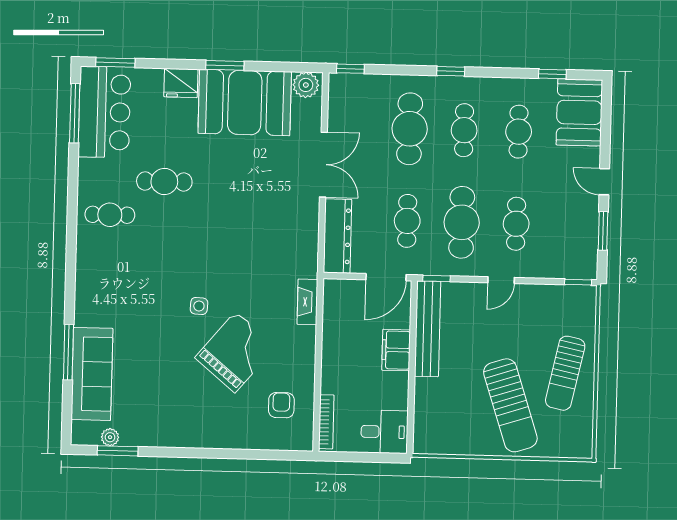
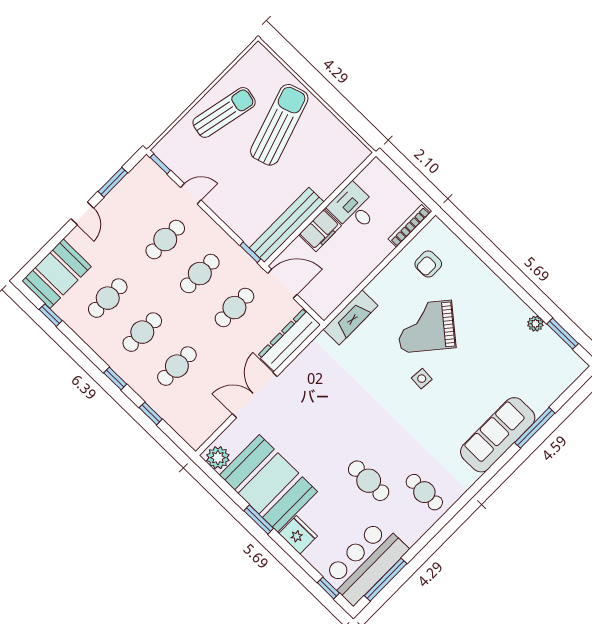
window: (115, 62) -> (328, 588), width x0.67
window: (350, 69) -> (151, 413), moved
cafe table: (410, 129) -> (177, 366), width x0.73, depth x0.74
cafe table: (462, 222) -> (200, 274), width x0.73, depth x0.74
door: (501, 280) -> (191, 194), moved
fireplace: (307, 302) -> (351, 317), width x1.37, depth x1.32
sofa: (92, 374) -> (498, 435), moved
desk: (384, 432) -> (354, 208), moved
plant: (110, 437) -> (535, 324), moved

